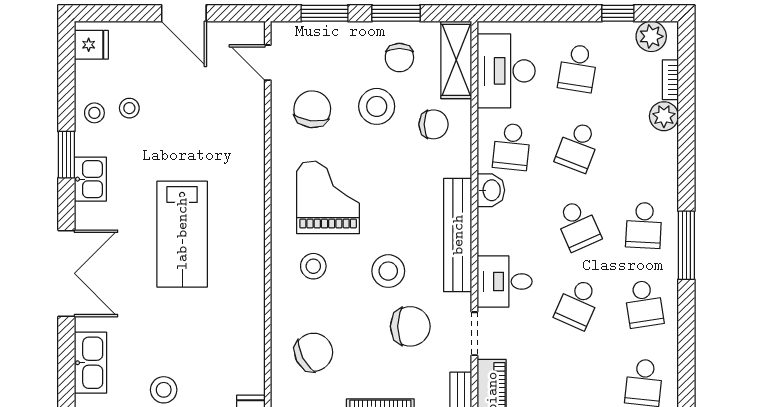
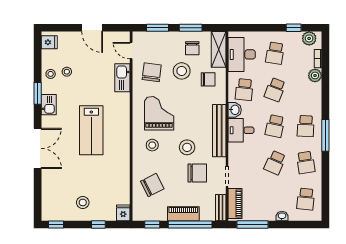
school desk: (578, 225) -> (275, 126), turned 36
desk: (505, 282) -> (241, 130), moved
kitchen sink: (90, 363) -> (122, 78), moved, turned 180

